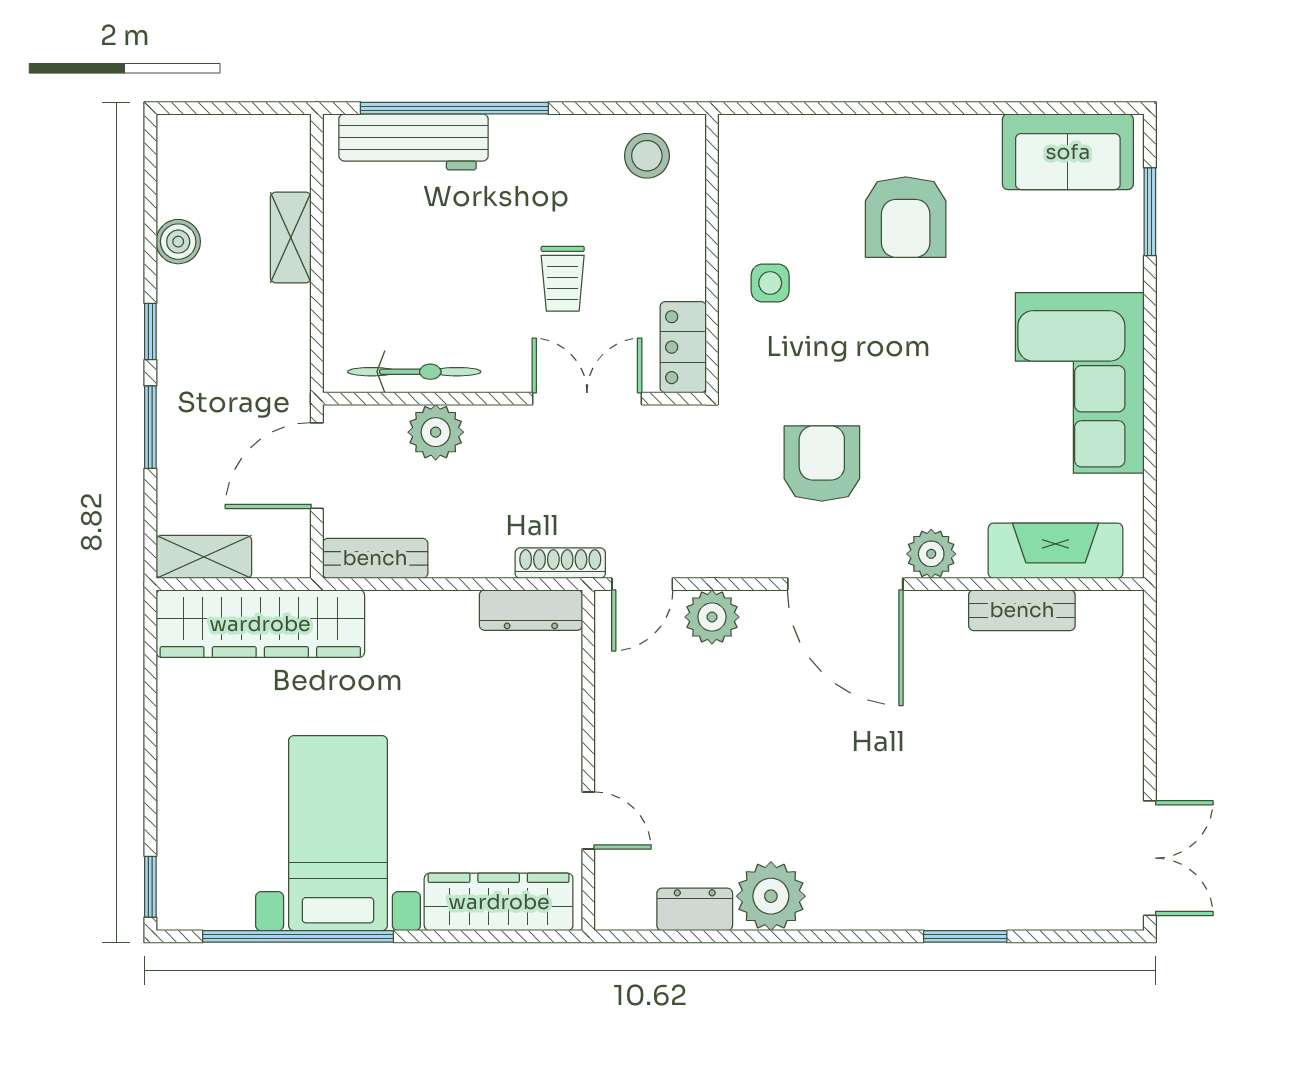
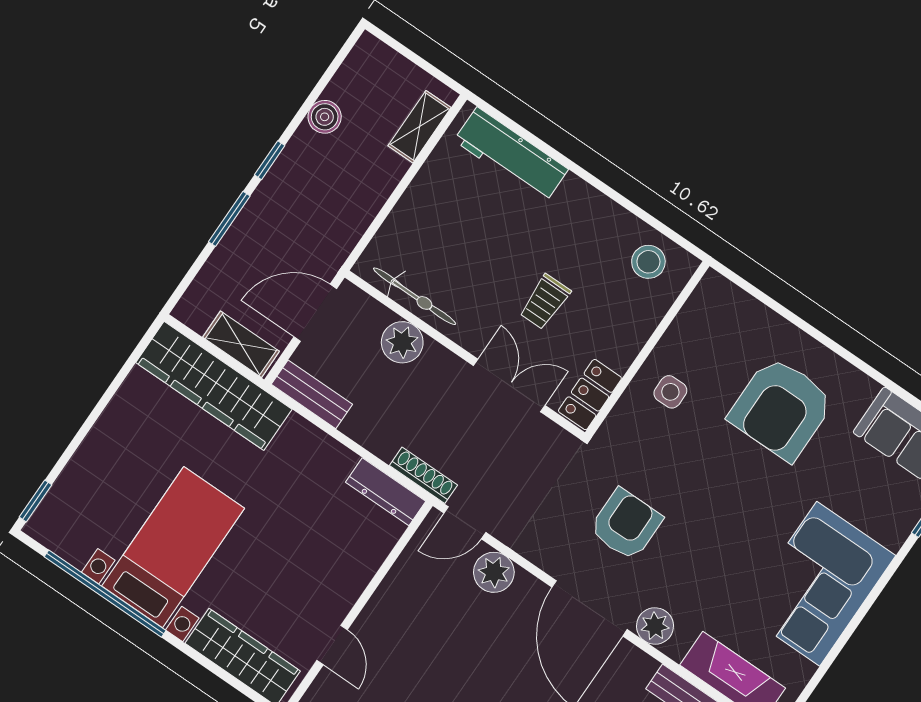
window: (454, 108) -> (550, 151), removed
armchair: (906, 217) -> (781, 409), width x1.36, depth x1.36
shelving: (291, 237) -> (420, 127), moved
shelving: (204, 557) -> (241, 344), moved

